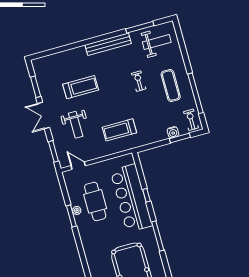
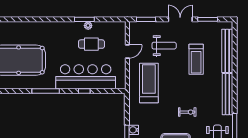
bench: (63, 57) -> (227, 51), added
weight bench: (76, 125) -> (164, 46), turned 180
treadmill: (119, 130) -> (149, 83), width x1.37, depth x1.38
door: (78, 166) -> (127, 51), moved
cafe table: (95, 201) -> (91, 44), width x0.73, depth x0.74

